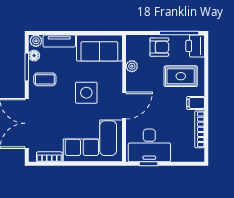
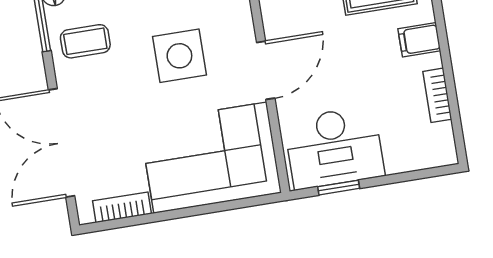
bookcase: (200, 129) -> (437, 95), width x0.64

